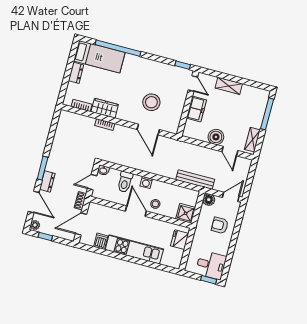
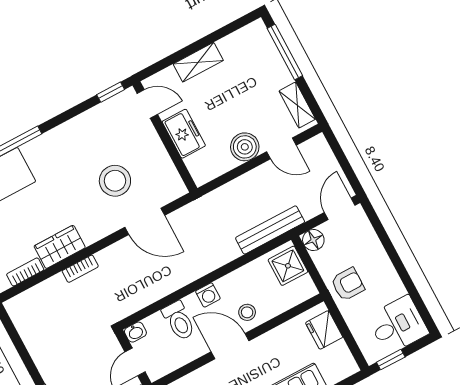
shower: (186, 213) -> (288, 266), moved
armchair: (220, 225) -> (348, 284), moved, turned 180
window: (209, 280) -> (391, 360), moved

